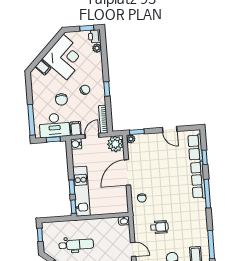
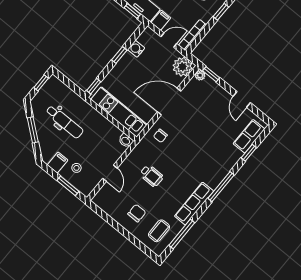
water cooler: (76, 144) -> (136, 49), moved
row of seats: (198, 180) -> (194, 204), moved
window: (72, 187) -> (119, 55), moved
kitchen unit: (81, 191) -> (119, 112), moved, turned -90

